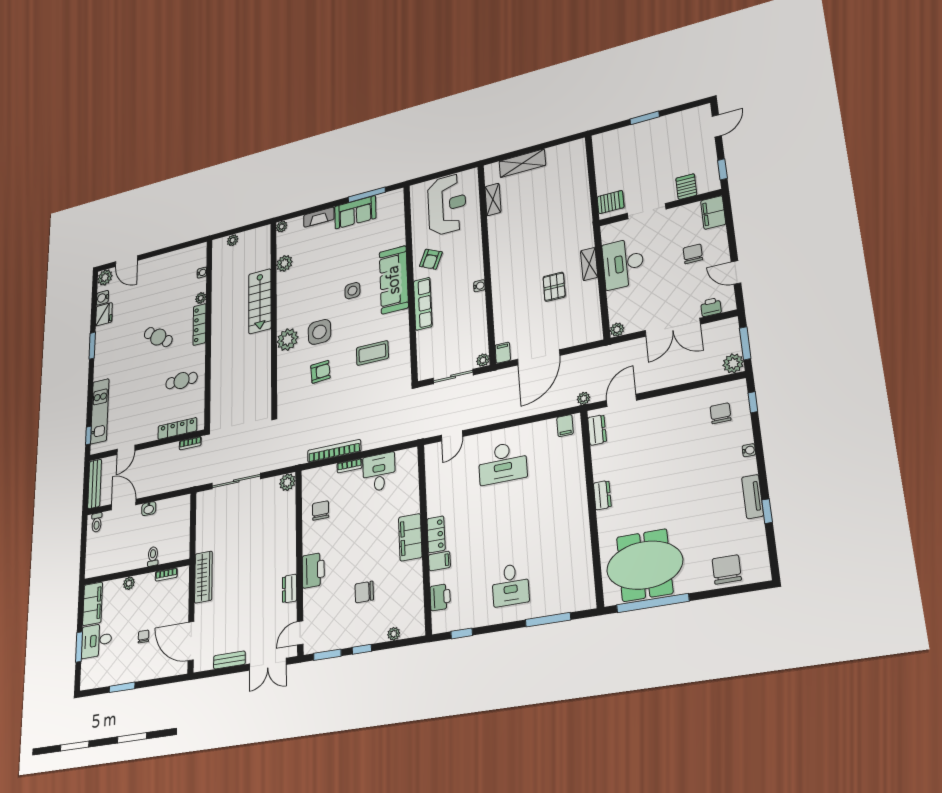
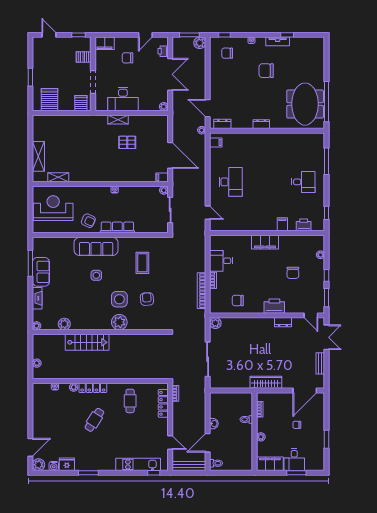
server rack: (611, 155) -> (49, 100), added
locker: (436, 534) -> (266, 226), removed
chair: (727, 569) -> (266, 71), moved

